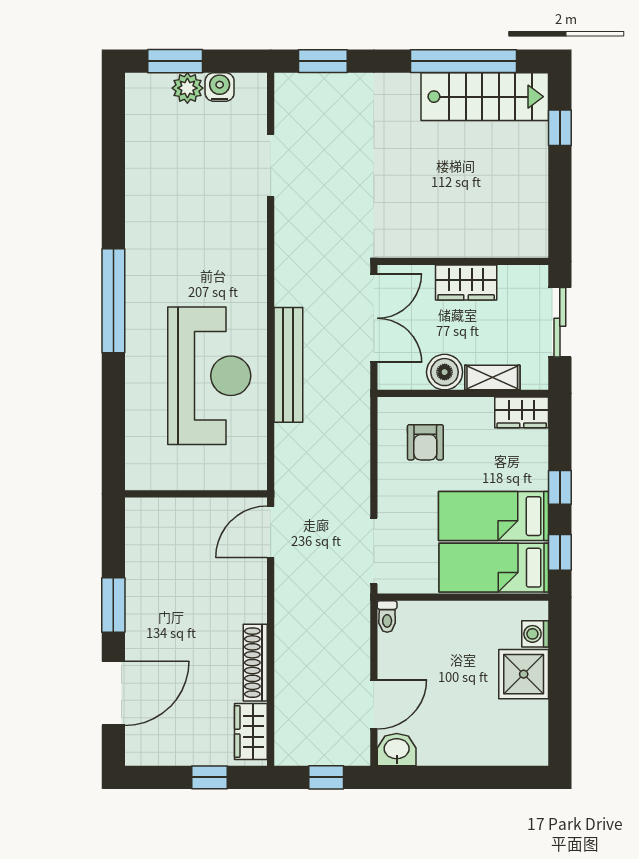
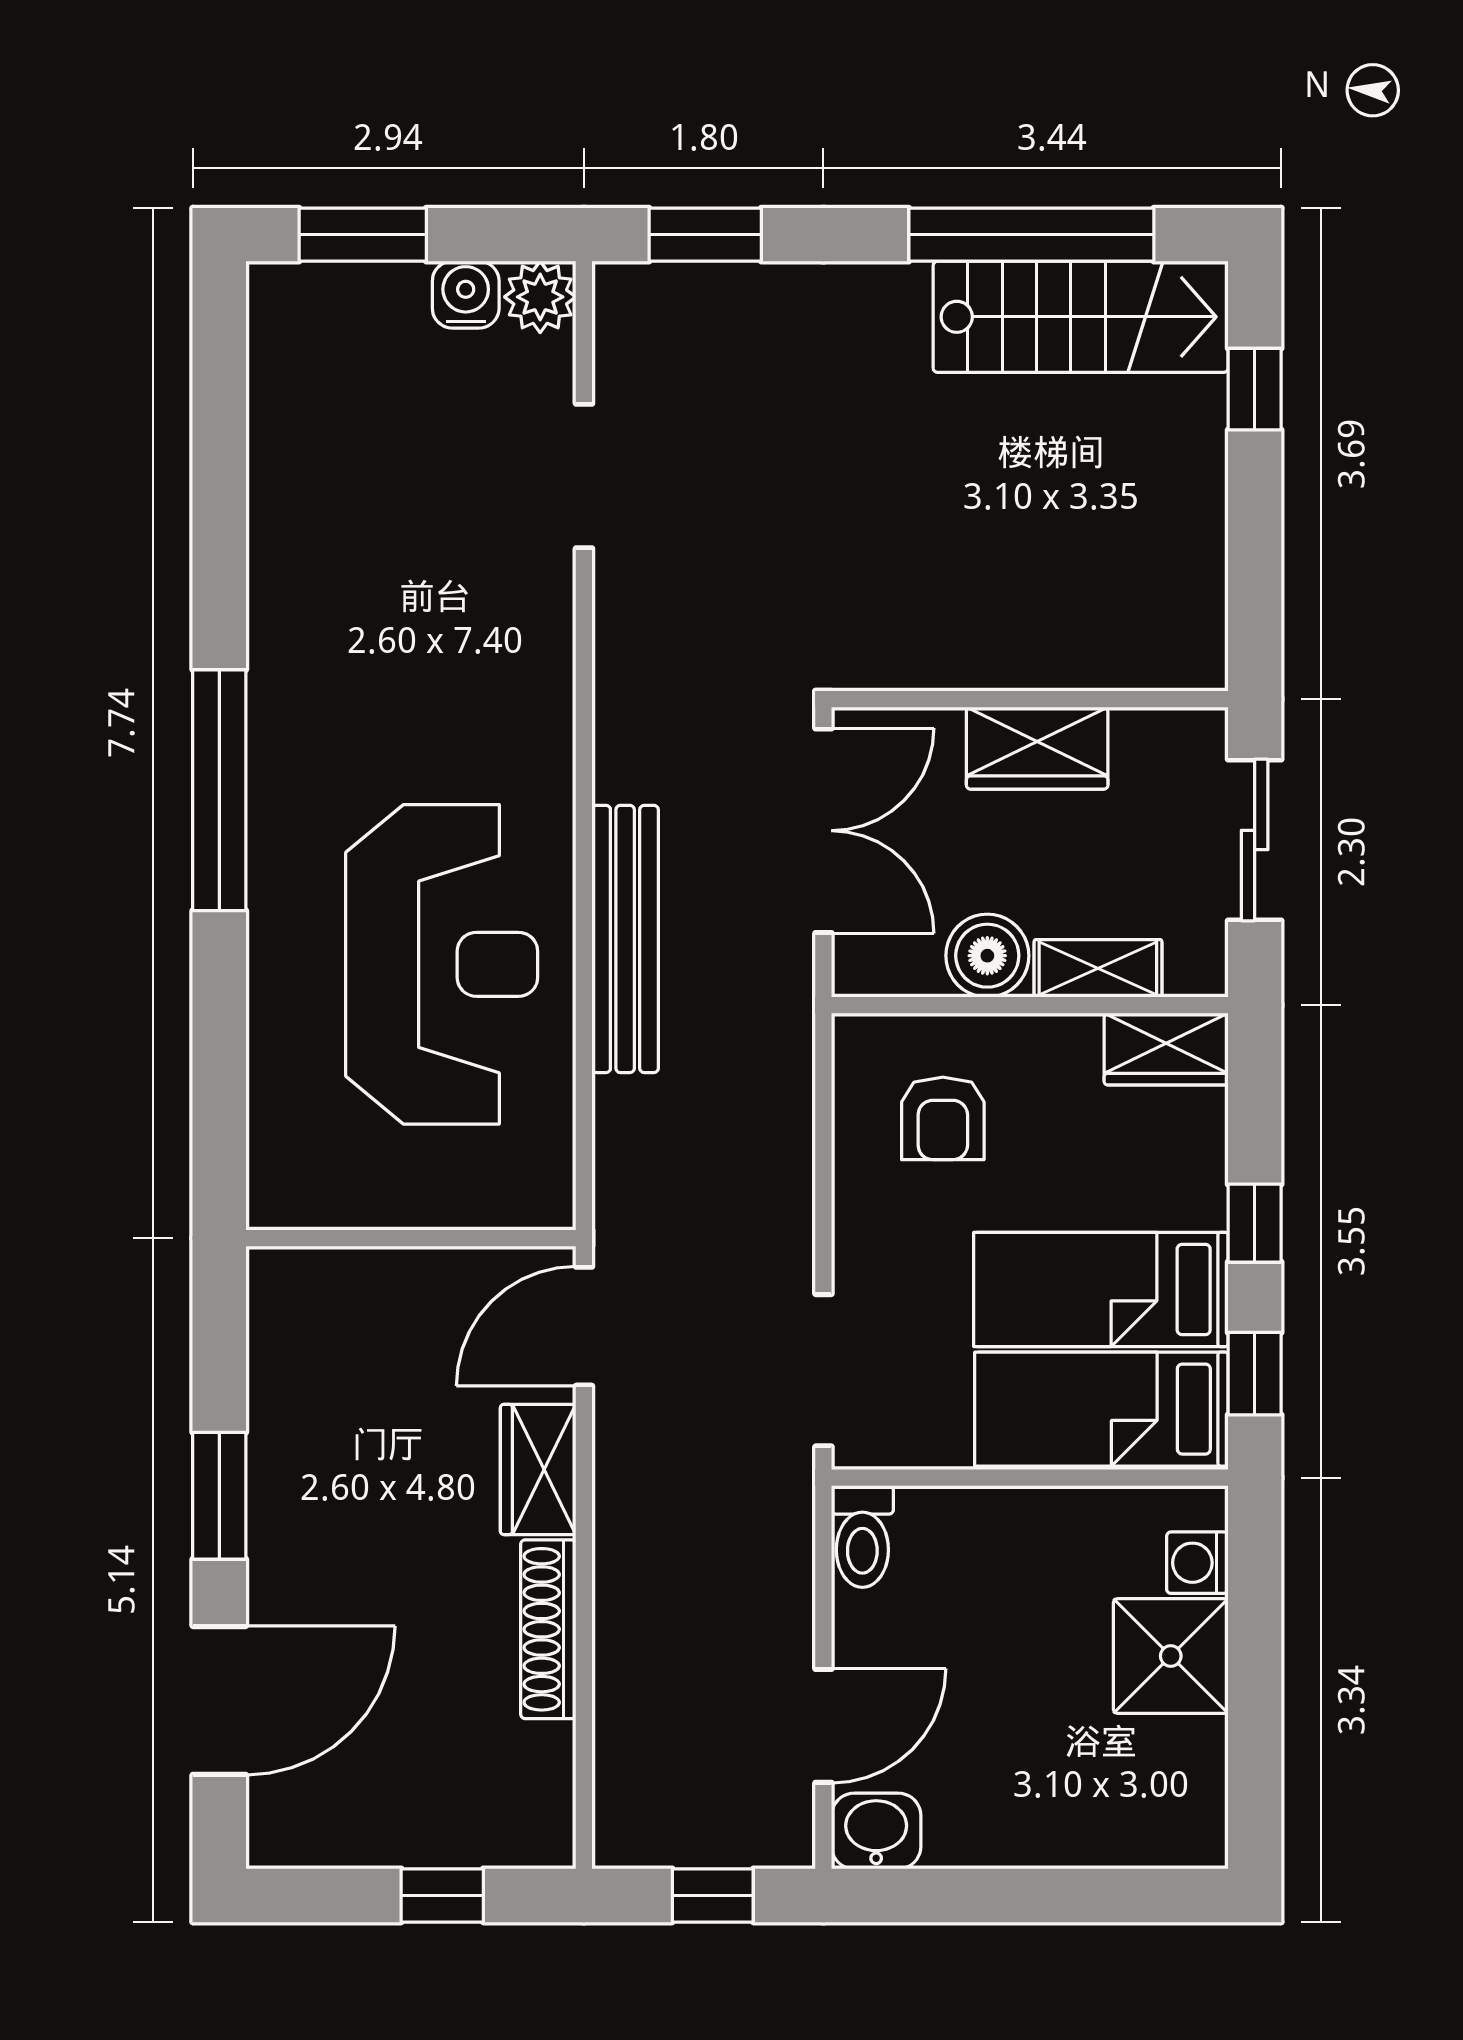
plant: (187, 88) -> (540, 297), moved
toilet: (387, 616) -> (862, 1537), width x1.37, depth x1.39
wardrobe: (251, 732) -> (538, 1469), moved

